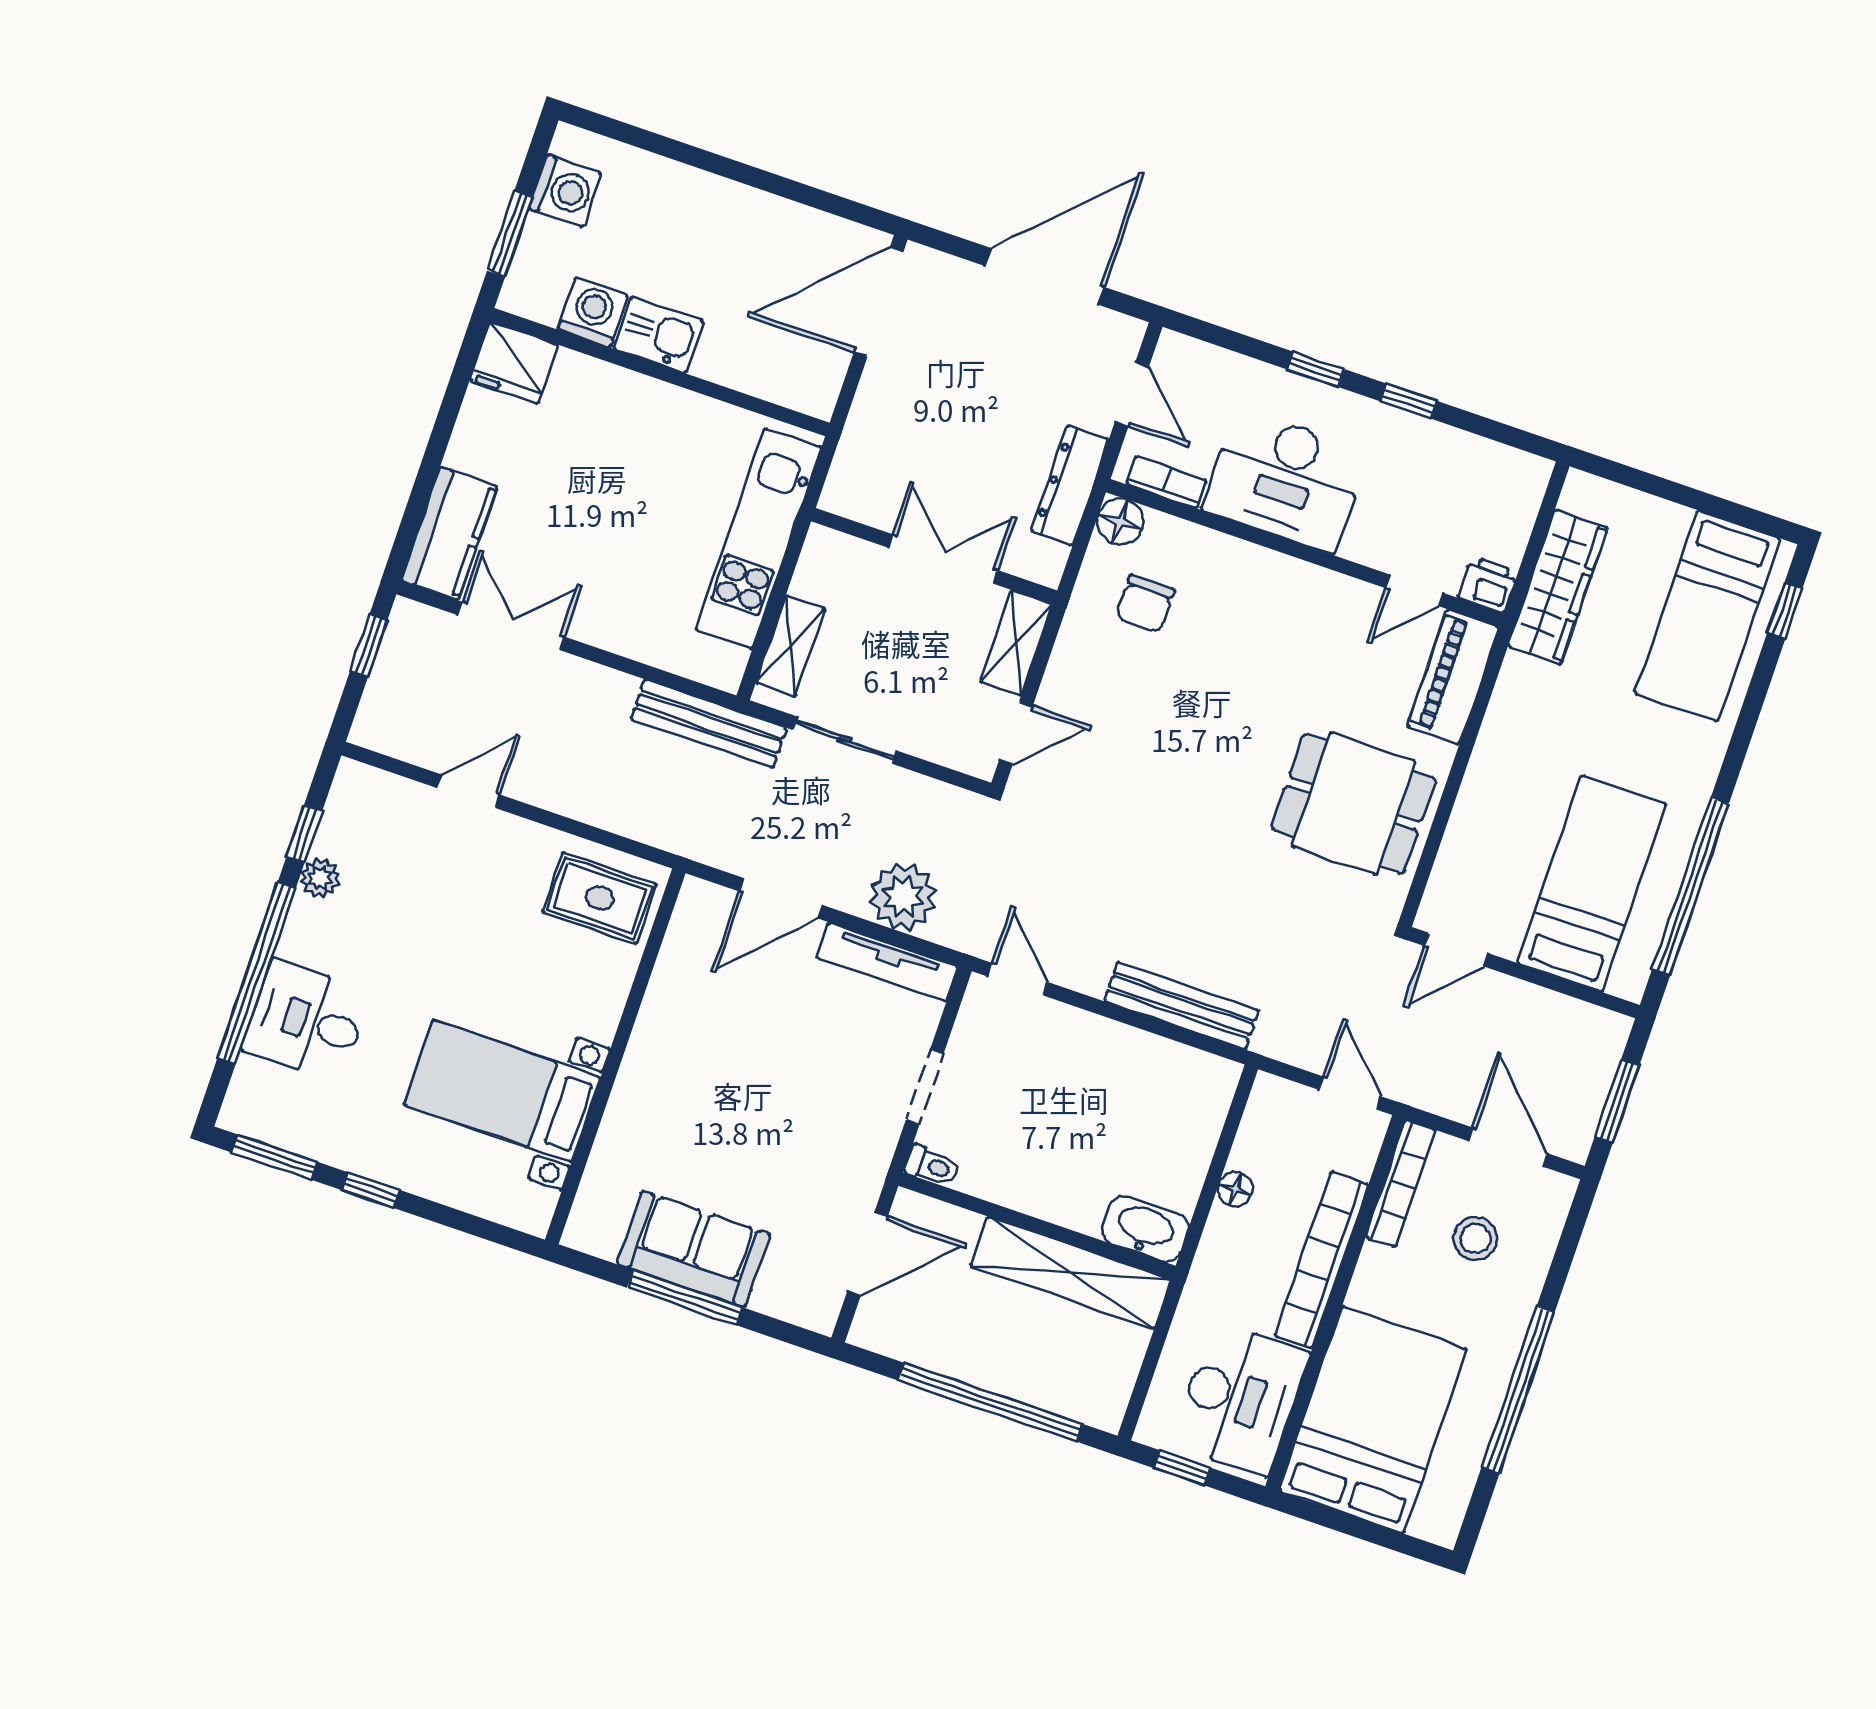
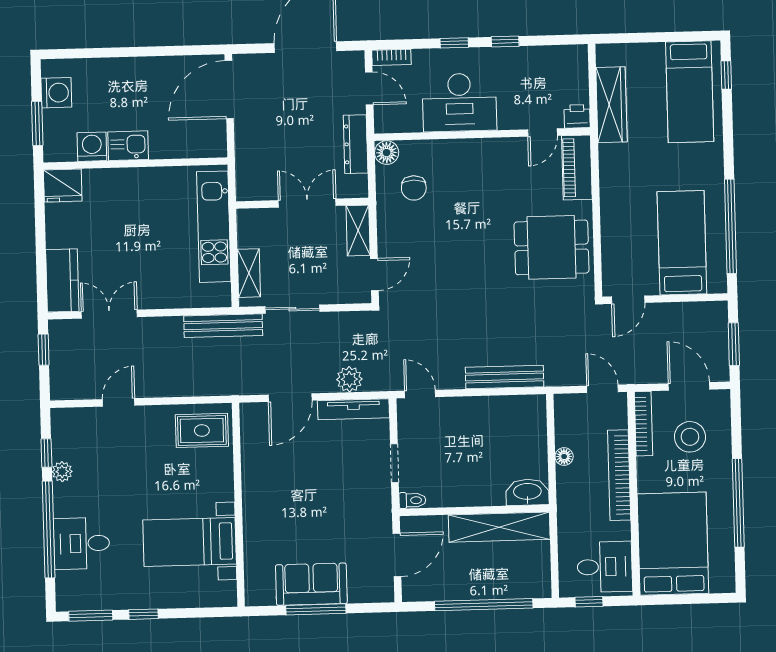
bookcase: (1166, 482) -> (391, 57), moved, turned 180
plant: (903, 897) -> (349, 379), width x0.73, depth x0.73
stool: (1475, 1239) -> (690, 437), width x1.38, depth x1.38
desk: (1240, 1398) -> (605, 567), width x0.73

